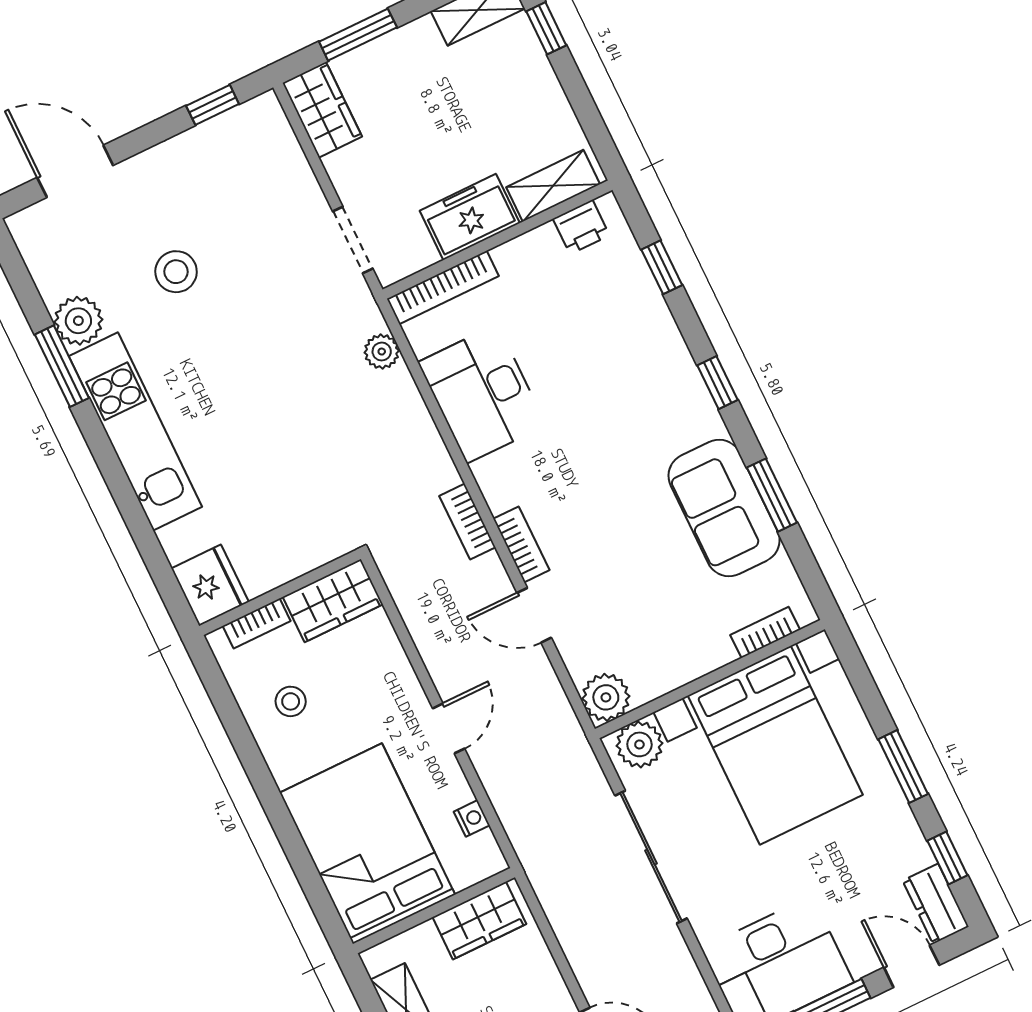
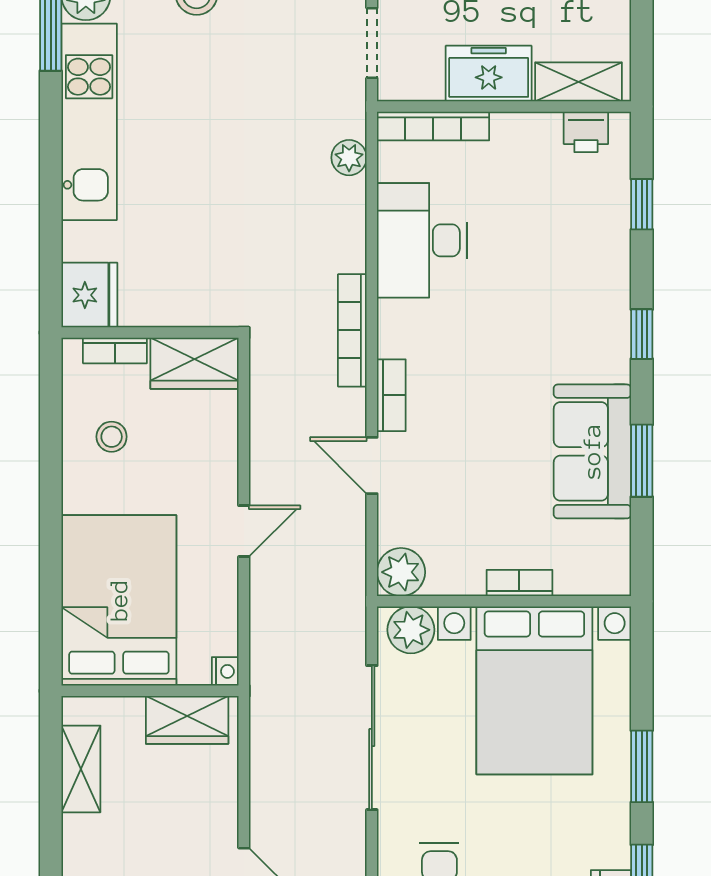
bookcase: (467, 522) -> (352, 330), width x1.56
bookcase: (765, 632) -> (519, 583), moved
nightstand: (472, 818) -> (225, 671), moved

